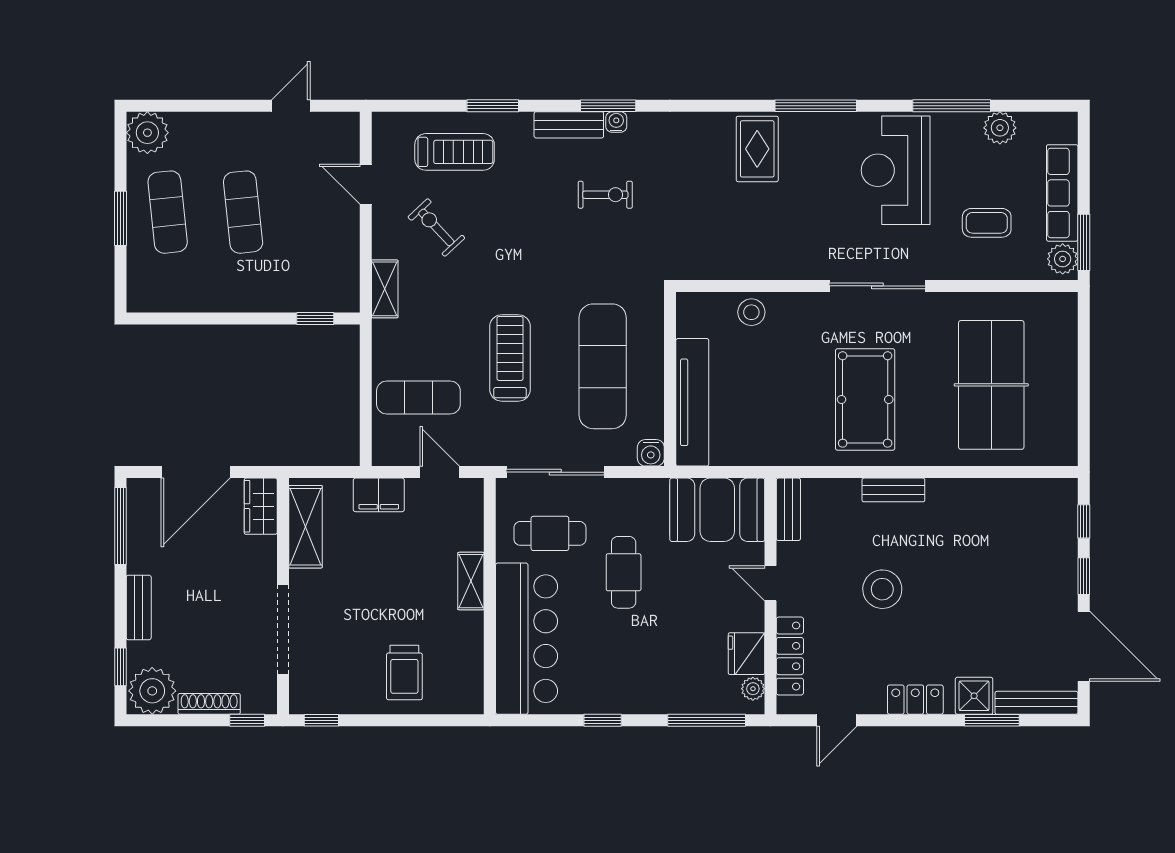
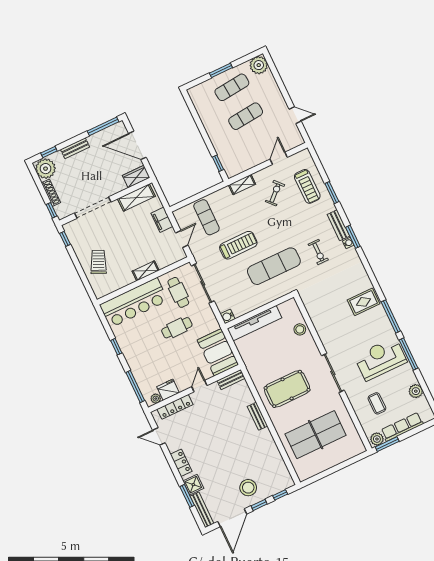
window: (952, 106) -> (409, 354), moved
exercise mat: (603, 366) -> (274, 266), moved
stool: (882, 589) -> (248, 488), moved
trolley: (404, 673) -> (98, 262), turned 114

